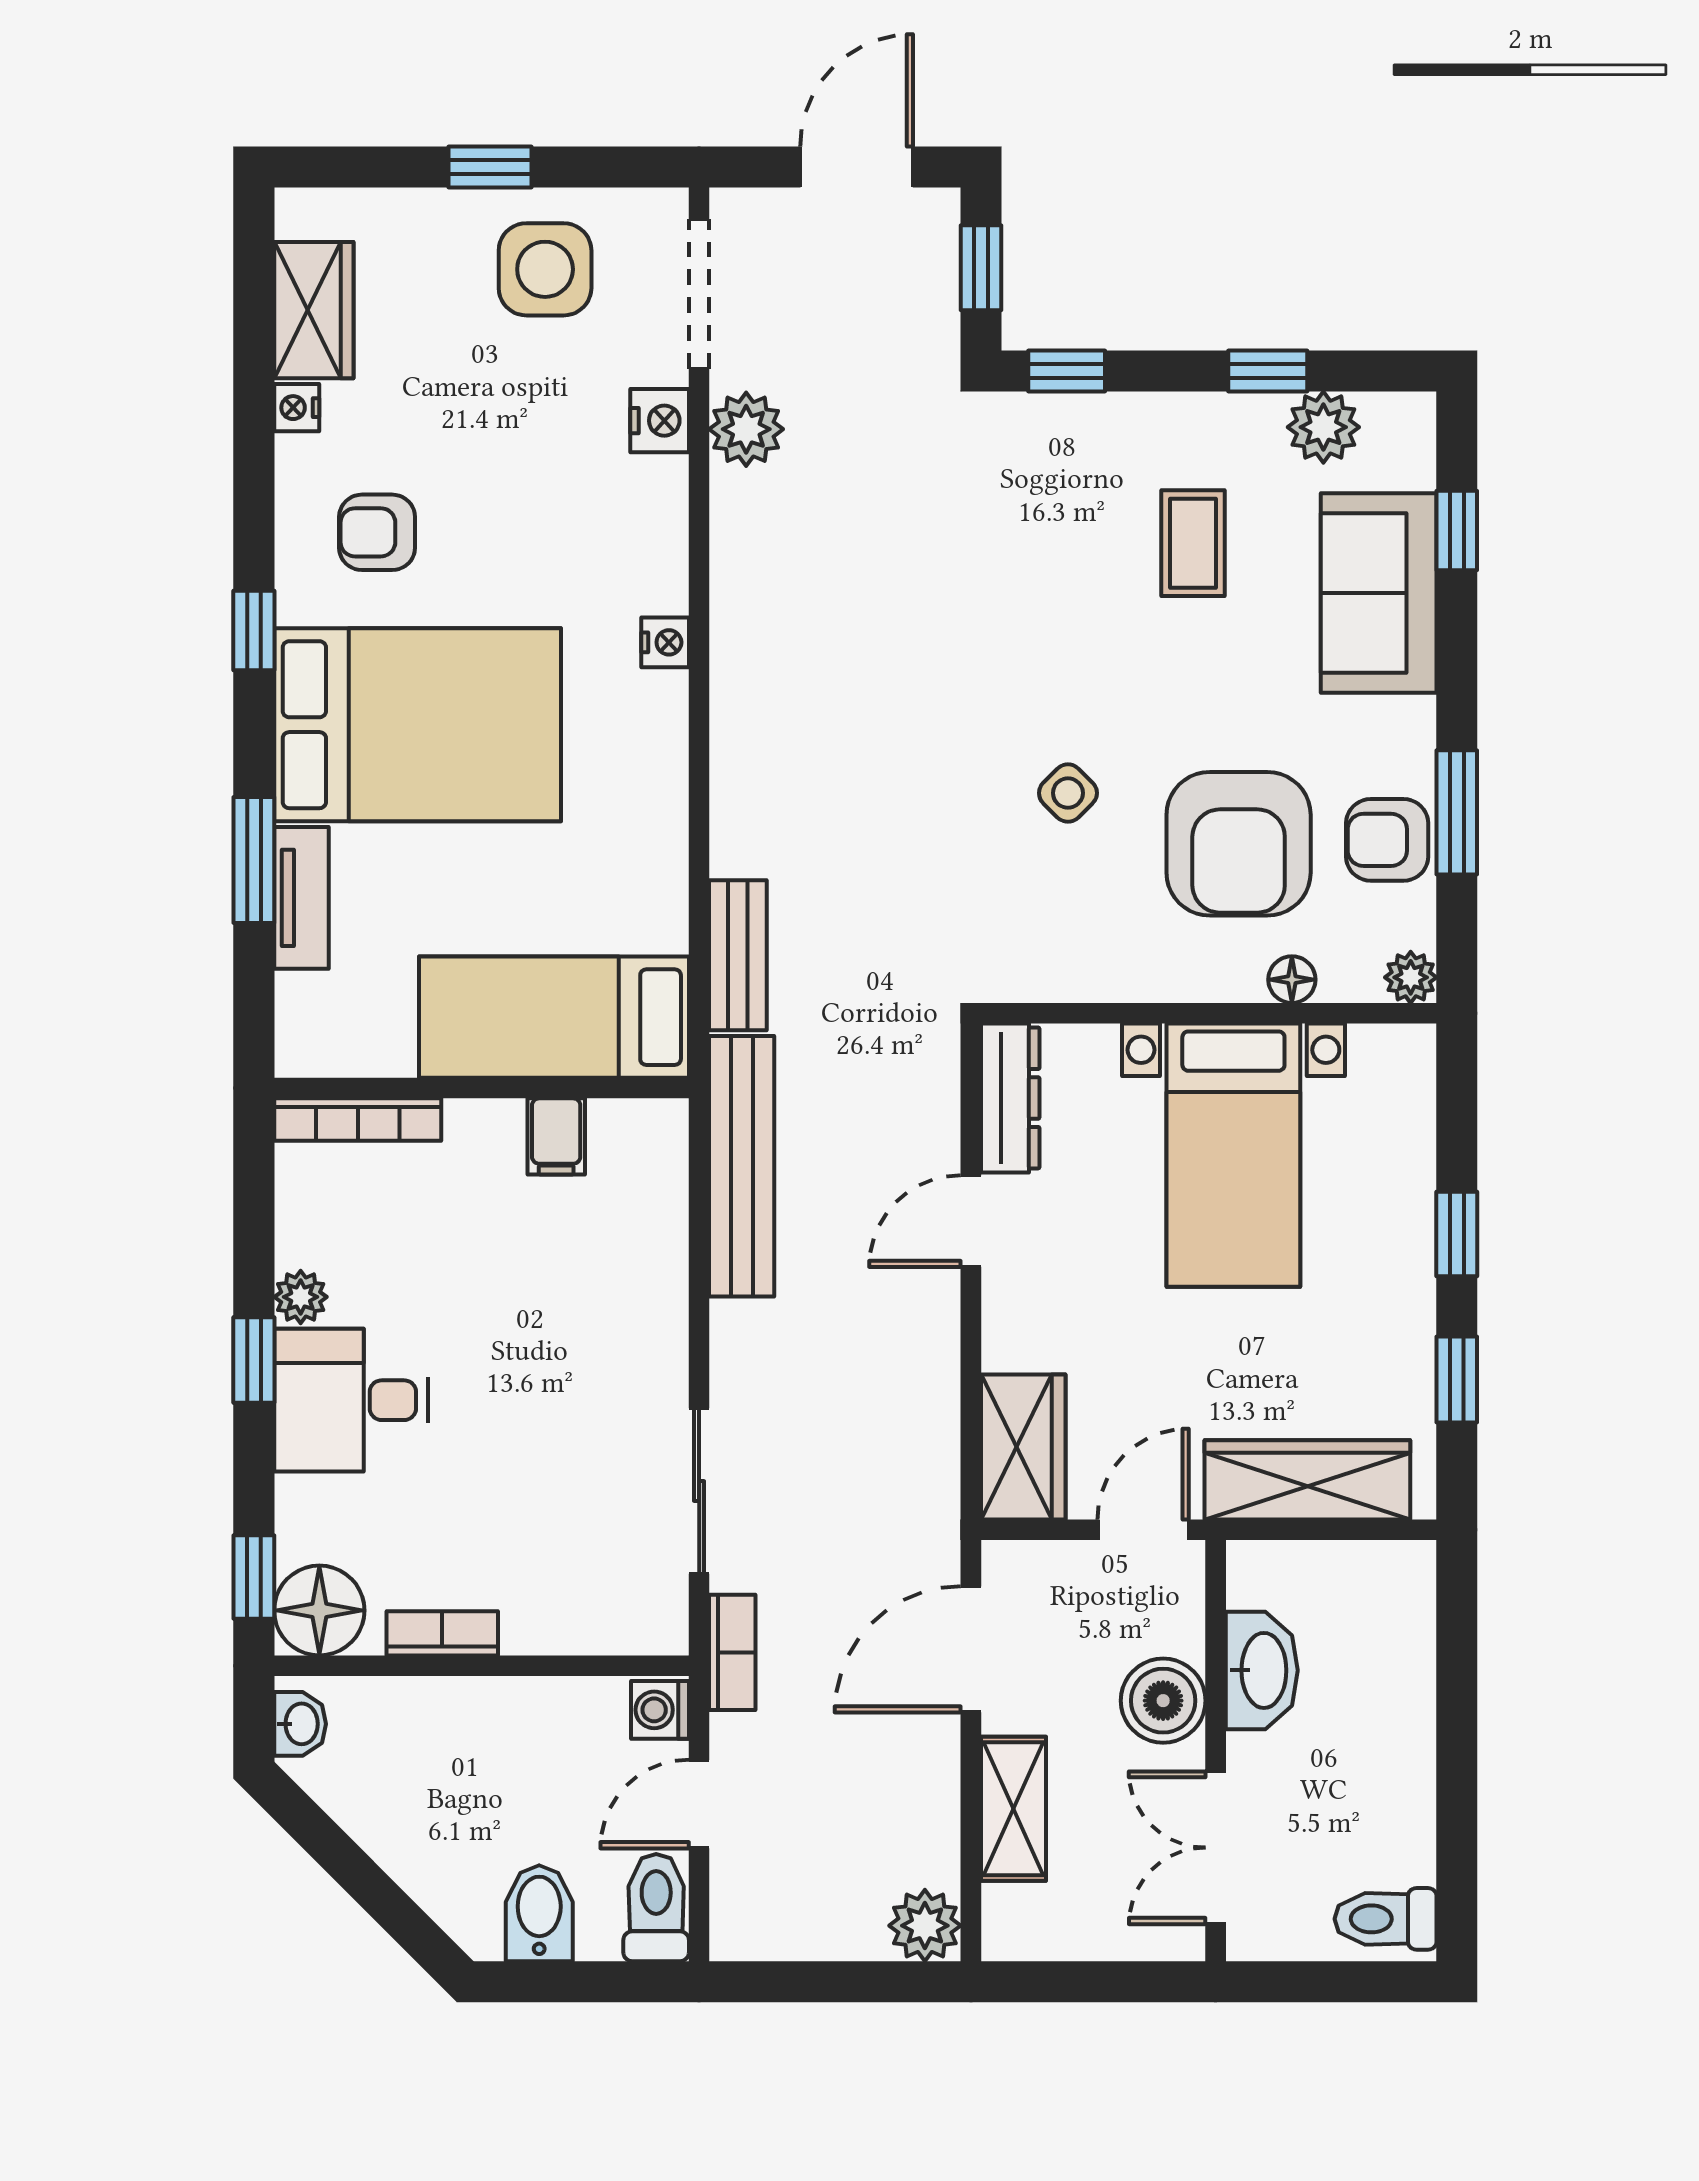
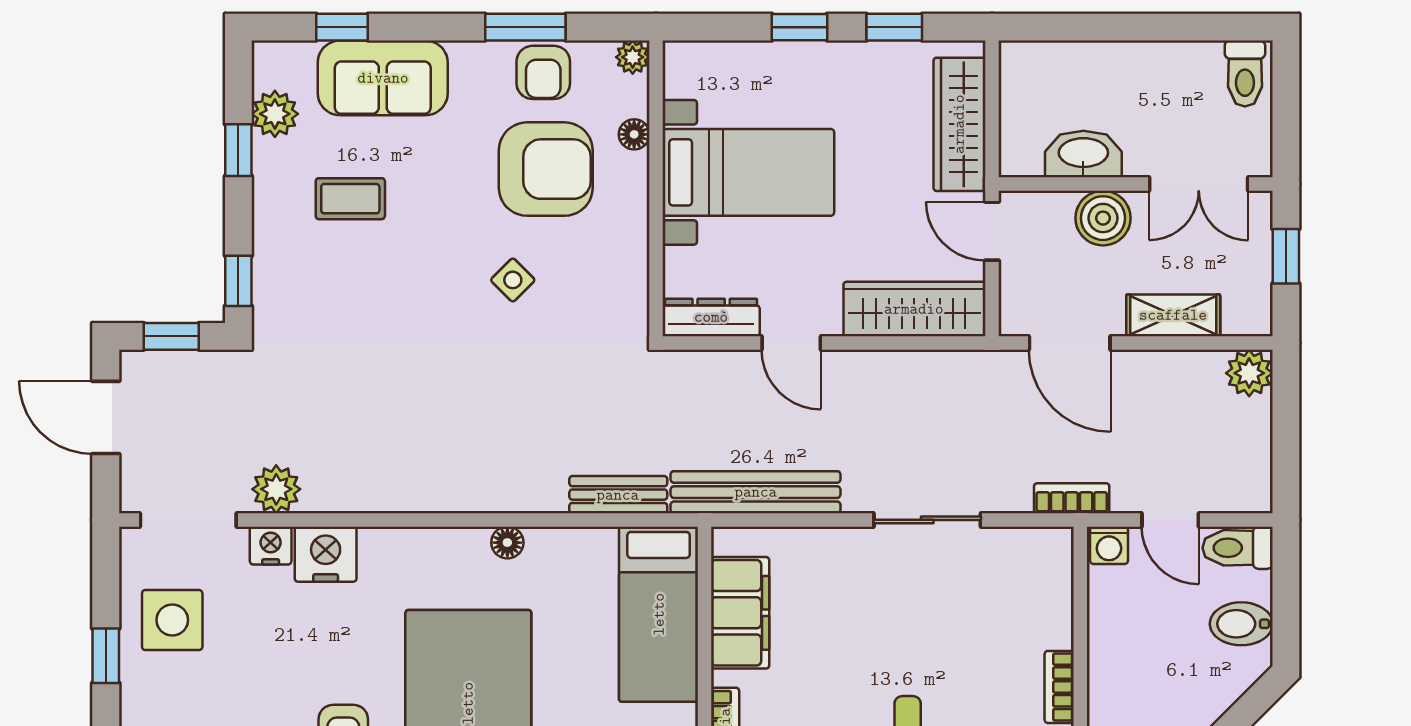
nightstand: (665, 642) -> (326, 554), moved, width x1.89, depth x1.79
floor lamp: (664, 785) -> (507, 543), added
filing cabinet: (556, 1136) -> (740, 613), width x3.00, depth x1.17
wardrobe: (1023, 1447) -> (914, 309), width x1.50
sliding door: (699, 1491) -> (927, 520), moved
window: (1104, 1982) -> (1286, 256), added

